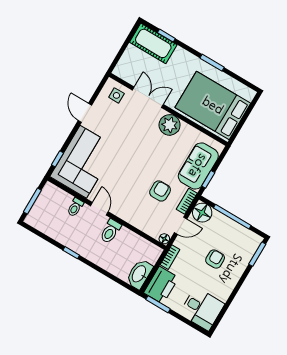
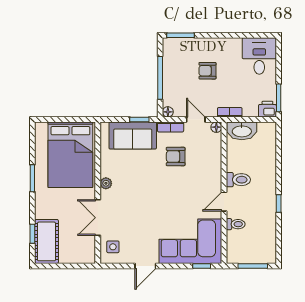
plant: (170, 125) -> (106, 183), width x0.53, depth x0.53
floor lamp: (202, 213) -> (168, 112), width x0.53, depth x0.53
washbasin: (139, 274) -> (242, 131), moved
printer: (161, 285) -> (267, 109), width x0.53, depth x0.68

